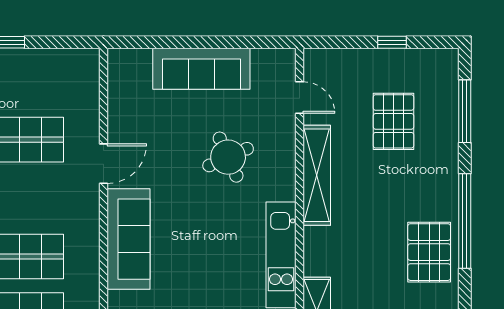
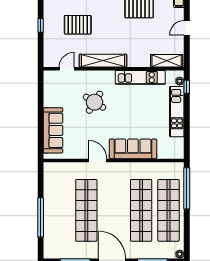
sofa: (201, 69) -> (53, 130), moved
round table: (228, 157) -> (95, 102), turned -34

